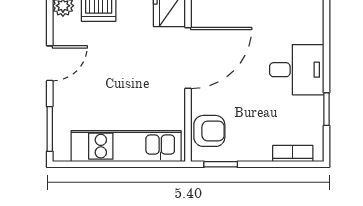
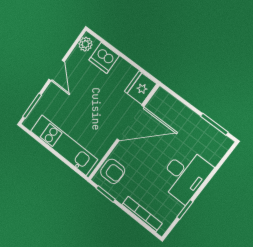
door: (50, 63) -> (57, 70), hinge flipped
desk: (297, 70) -> (185, 175), width x1.37
bookcase: (293, 154) -> (142, 214), width x1.56

